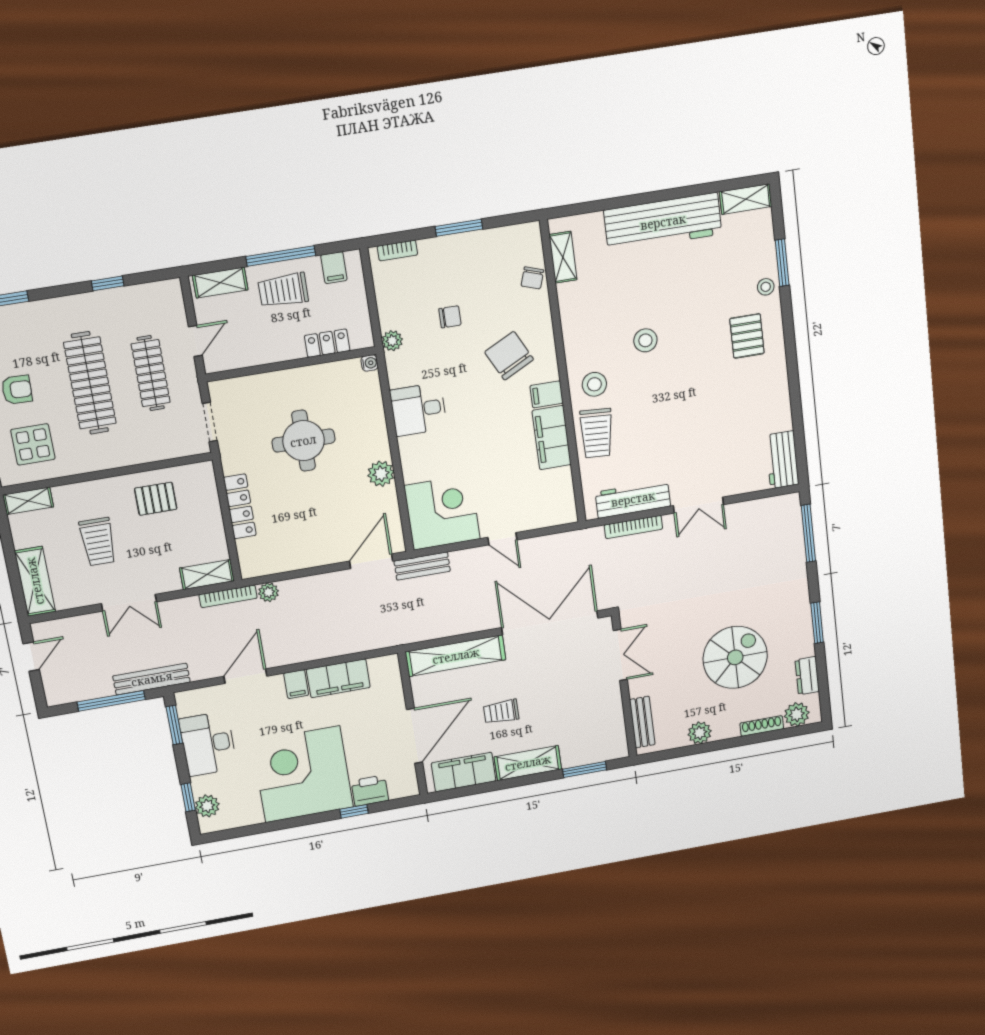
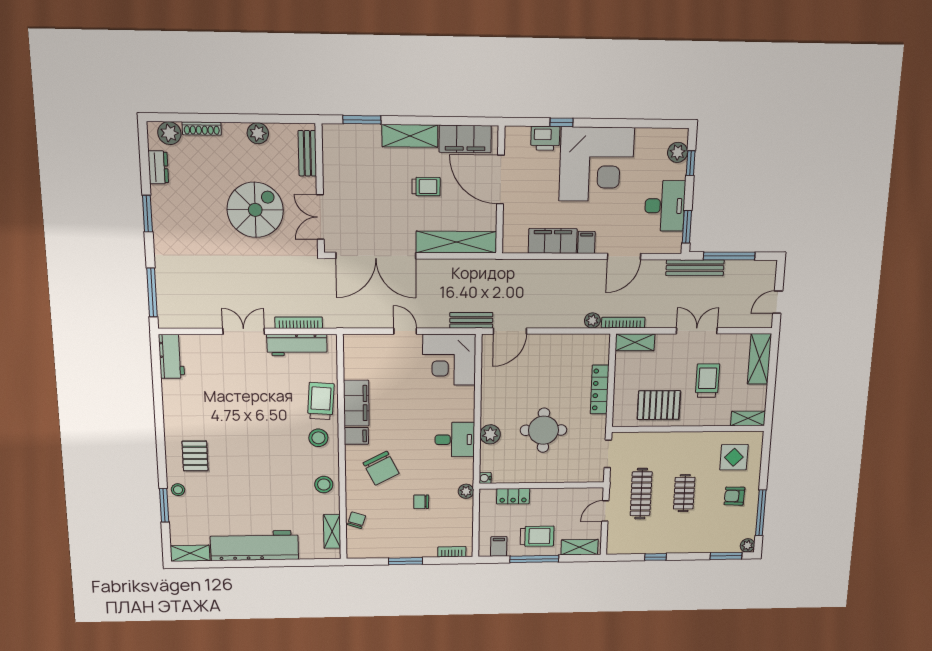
stool: (645, 340) -> (324, 485), moved
clothes rail: (90, 383) -> (684, 493), width x0.54, depth x0.76
plant: (381, 474) -> (490, 434), moved
pallet: (156, 499) -> (659, 405), width x1.50, depth x1.42
spiral stairs: (735, 657) -> (255, 210), moved, turned 180
door: (415, 736) -> (501, 180), hinge flipped

